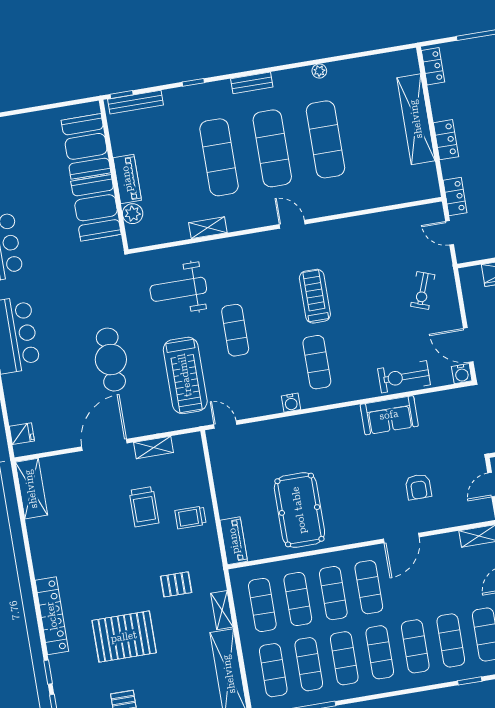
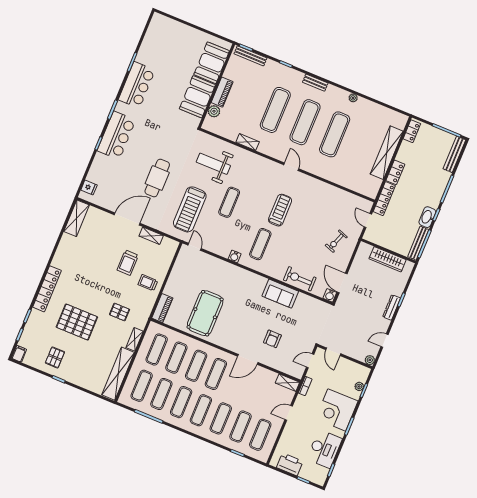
locker: (455, 196) -> (384, 199), width x1.53

